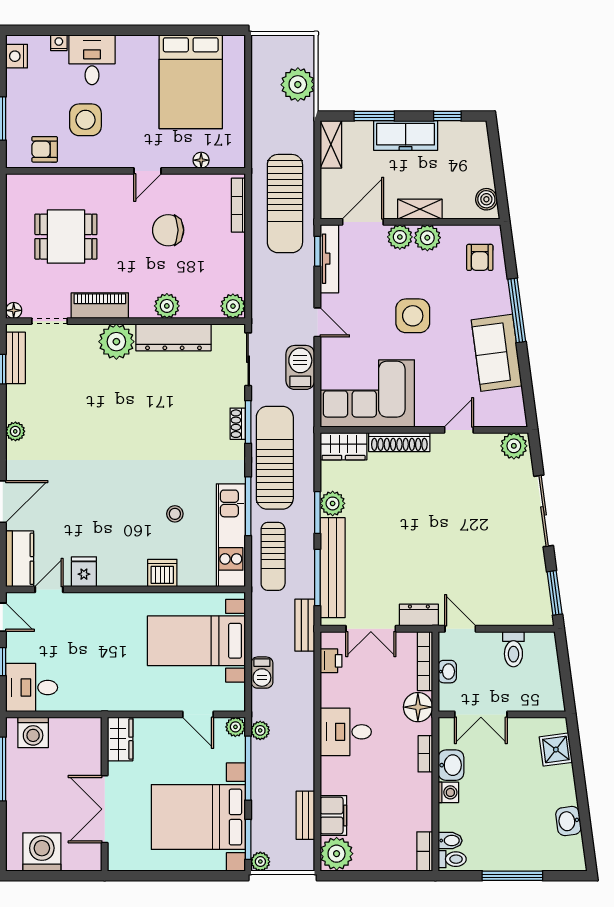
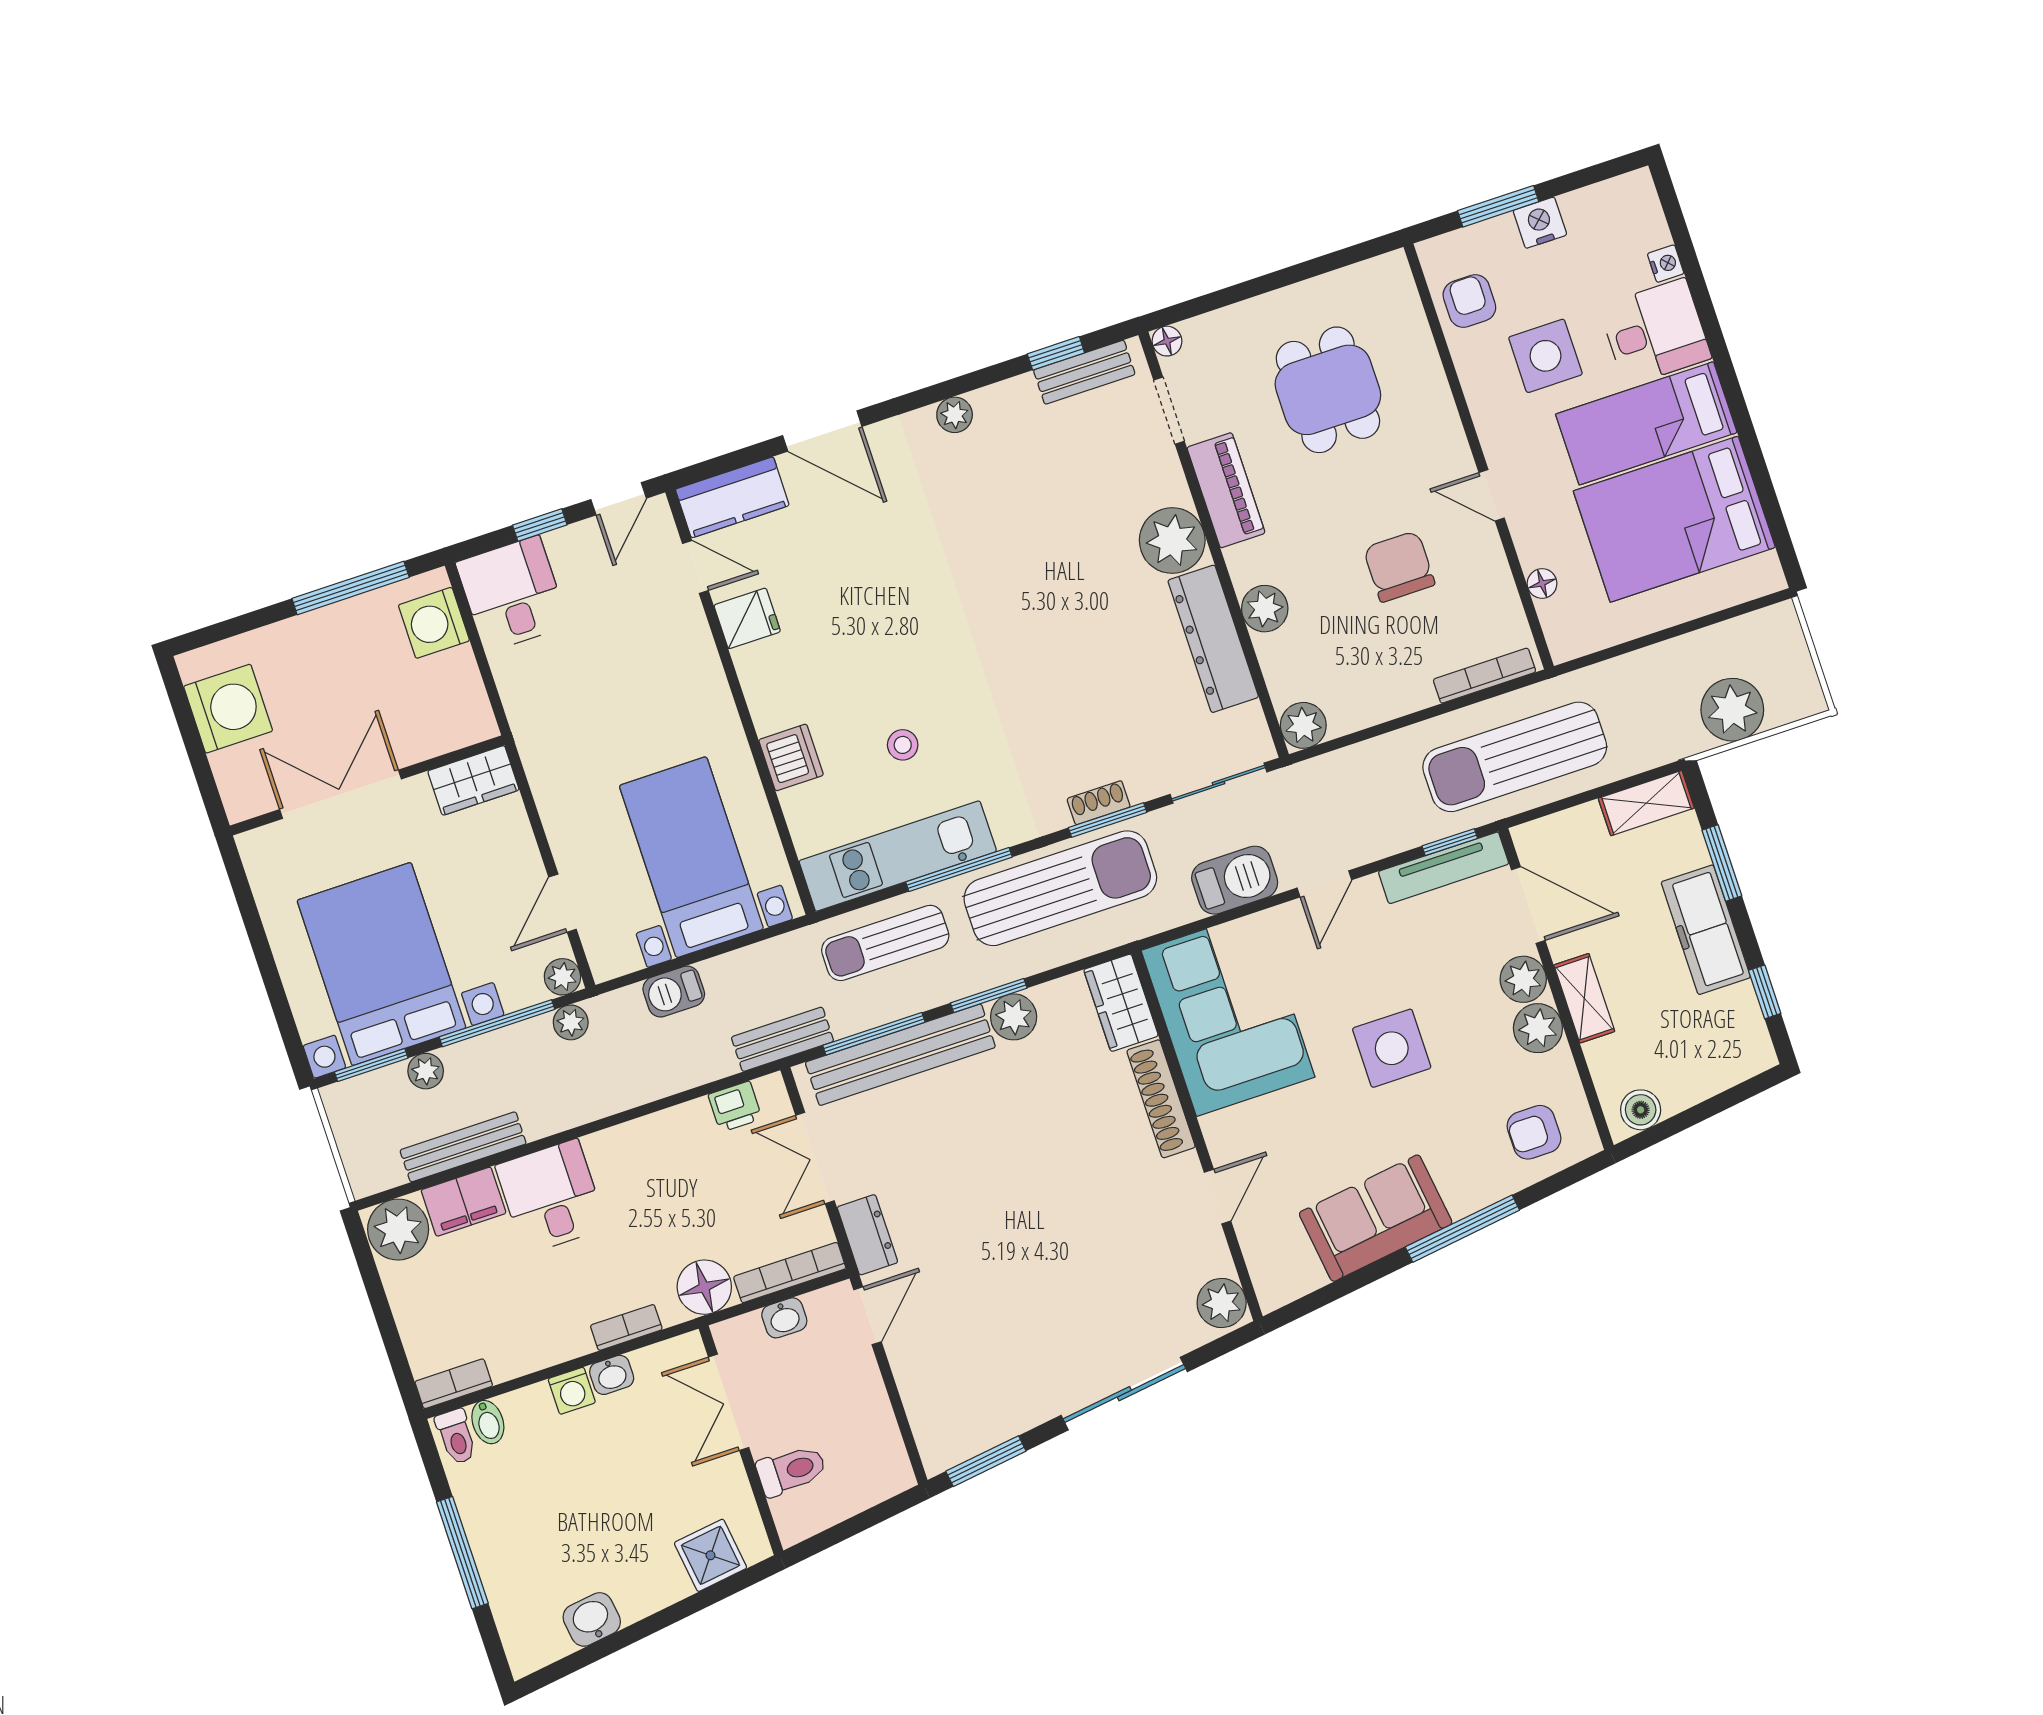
nightstand: (17, 56) -> (1540, 223), moved
bed: (137, 80) -> (1646, 423), added
door: (459, 430) -> (1218, 1197), hinge flipped
toilet: (513, 649) -> (791, 1470), moved, turned 180
desk: (346, 732) -> (551, 1197), moved
washbasin: (451, 765) -> (612, 1375), width x0.72, depth x0.69
bench: (305, 815) -> (463, 1147), width x1.36
plant: (260, 862) -> (426, 1071), moved

